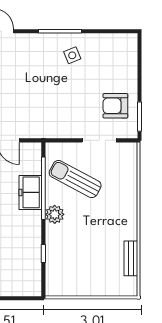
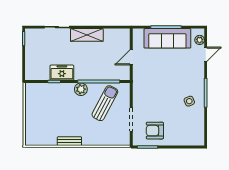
armchair: (115, 106) -> (155, 131), turned -90
freezer: (30, 192) -> (62, 73), moved
bench: (131, 258) -> (69, 141), moved

